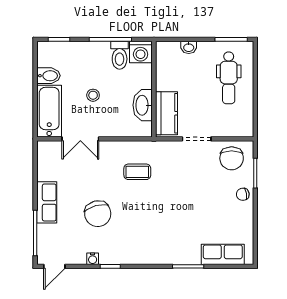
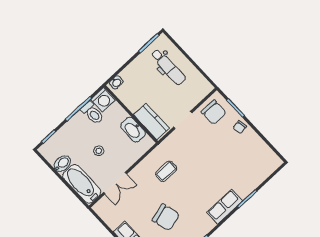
washbasin: (189, 47) -> (116, 82), moved
row of seats: (223, 254) -> (225, 207), moved

